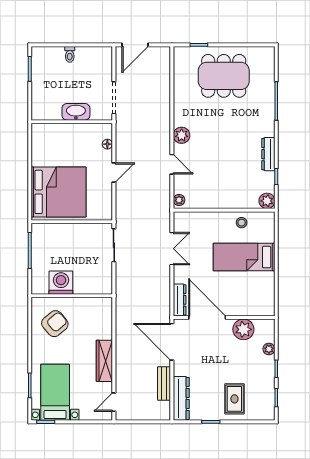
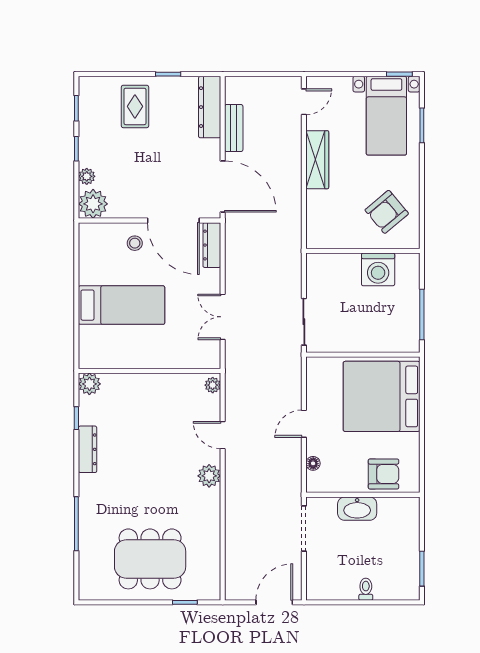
armchair: (57, 137) -> (383, 474), added
stool: (242, 223) -> (135, 243), moved
plant: (243, 329) -> (93, 204), moved

